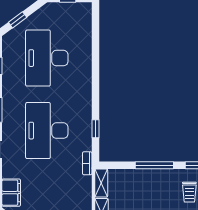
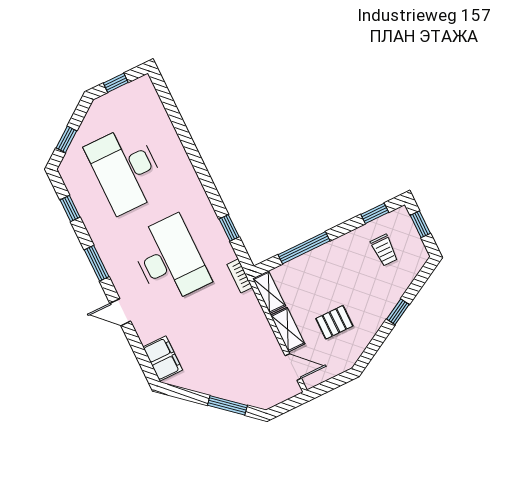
desk: (47, 131) -> (170, 260), turned 180
window: (154, 165) -> (304, 248), moved

